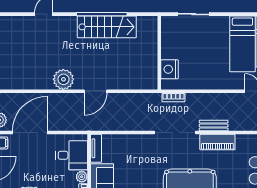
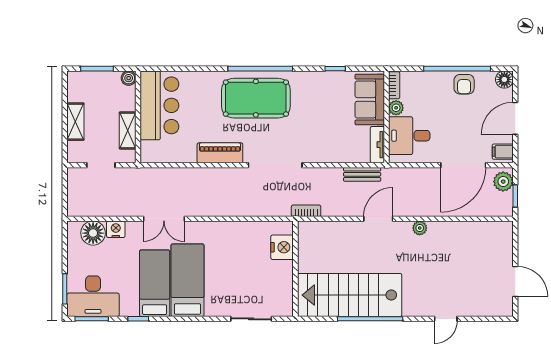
stairs: (107, 27) -> (350, 295), width x1.36, depth x1.51
plant: (63, 79) -> (420, 228), width x0.53, depth x0.53
bookcase: (173, 97) -> (306, 211), moved
bench: (214, 125) -> (362, 174), moved

